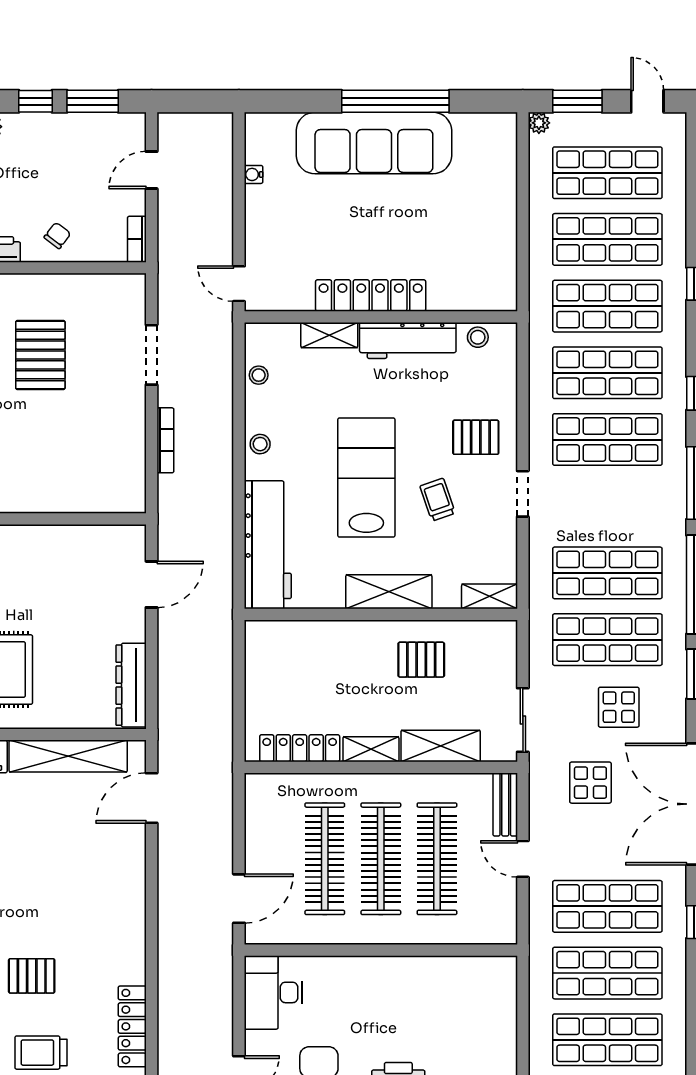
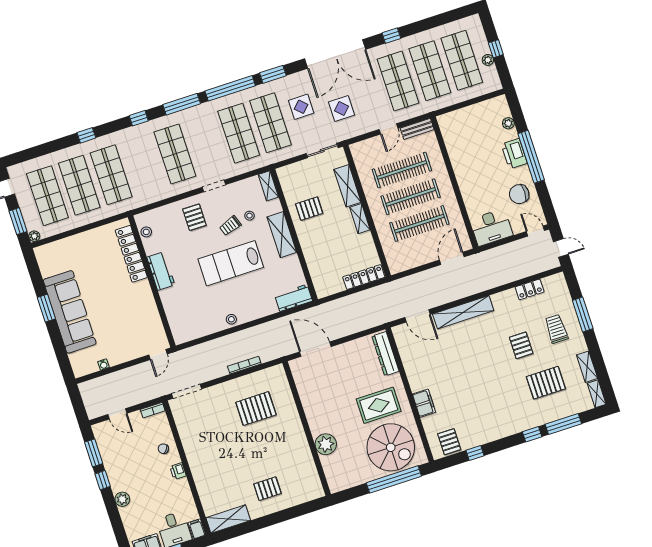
window: (395, 101) -> (46, 308), width x0.47
locker: (371, 295) -> (131, 254), moved
shelving: (329, 335) -> (168, 303), removed
workbench: (408, 340) -> (161, 271), width x0.73
pallet: (40, 355) -> (256, 409), moved
doorway: (152, 355) -> (187, 391), moved
shop shelf: (607, 373) -> (143, 164), removed
stool: (259, 375) -> (249, 216), moved
workbench: (268, 545) -> (293, 298), width x0.53, depth x0.76
door: (152, 584) -> (315, 349), width x1.36
pallet: (421, 660) -> (309, 209), turned 90
dresser: (131, 685) -> (385, 354), moved, turned 90
locker: (300, 748) -> (364, 277), moved, turned 90
shelving: (68, 756) -> (463, 312), moved, turned 90
bench: (505, 804) -> (417, 129), moved
door: (239, 899) -> (452, 258), hinge flipped
locker: (132, 1026) -> (530, 289), width x0.66
trolley: (41, 1053) -> (556, 329), turned 180

